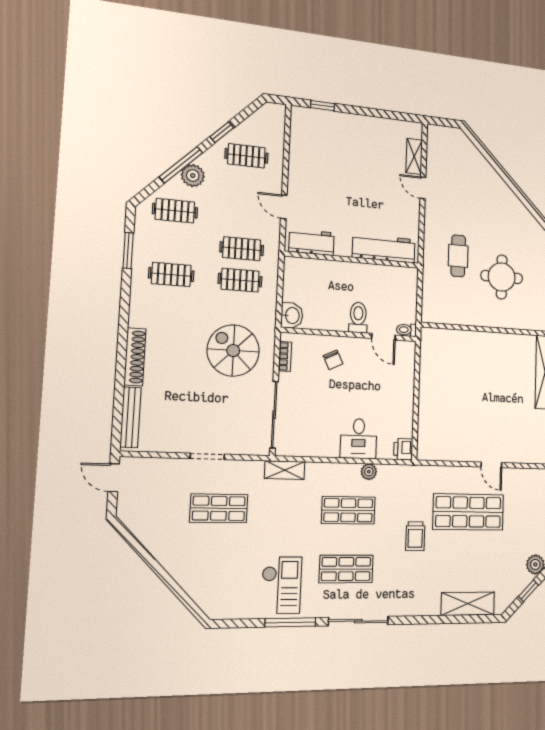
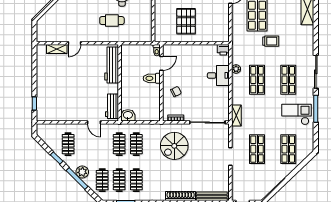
door: (284, 207) -> (94, 122), hinge flipped
clothes rail: (173, 242) -> (119, 180), added
washbasin: (292, 316) -> (128, 115), moved
pallet: (453, 385) -> (186, 21), added
shop shelf: (216, 569) -> (288, 149), added

